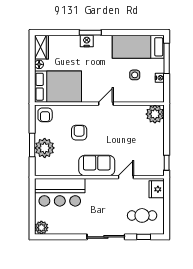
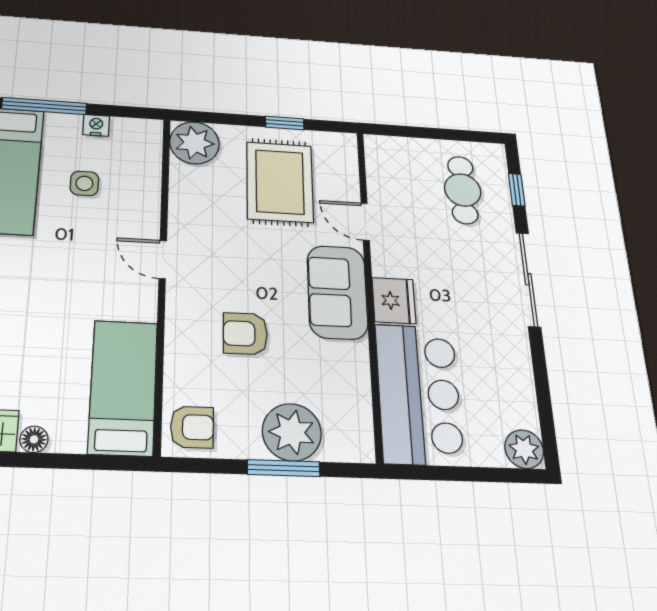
bed: (58, 87) -> (123, 387), width x0.67
rug: (140, 146) -> (280, 182), added
window: (167, 163) -> (285, 123), moved
fridge: (157, 189) -> (394, 301), moved, turned -90

